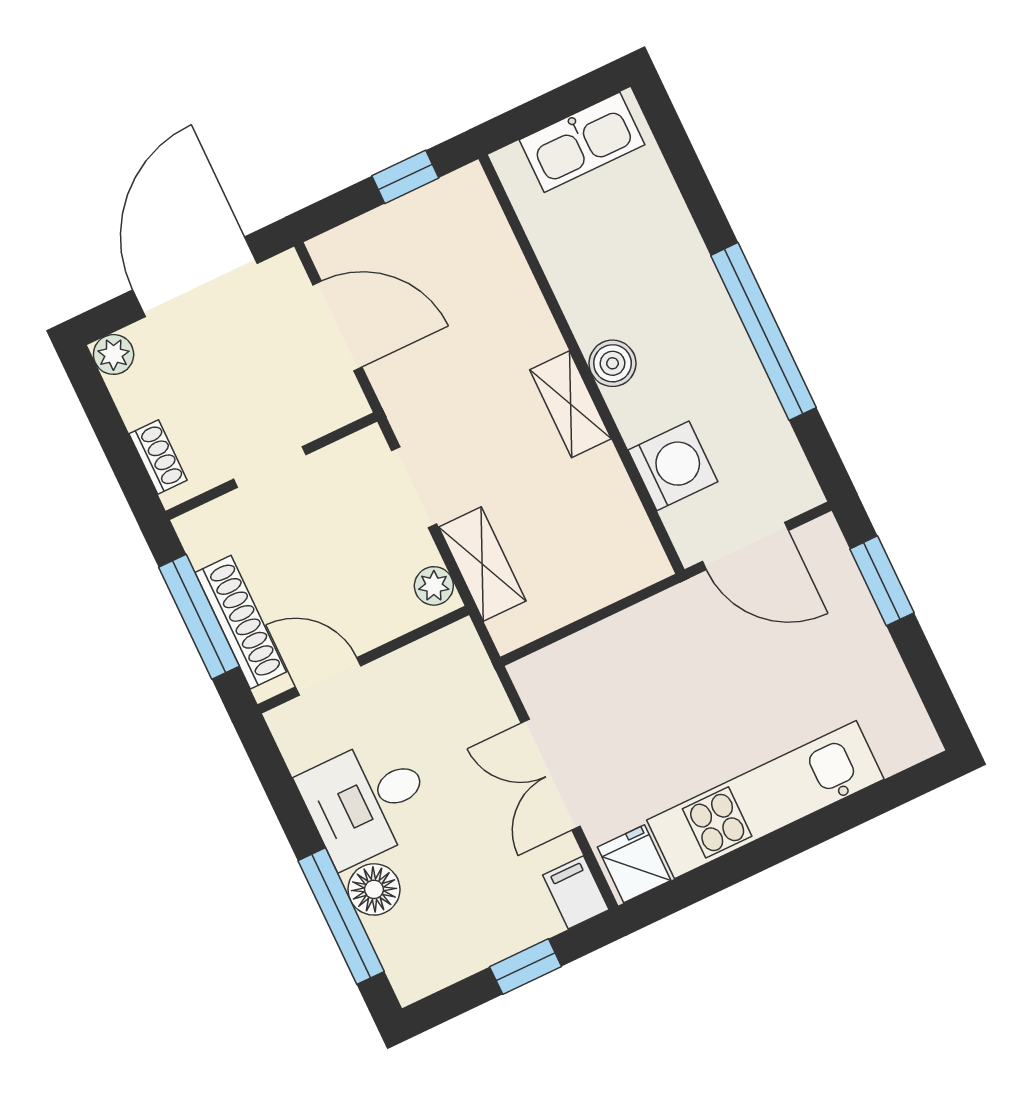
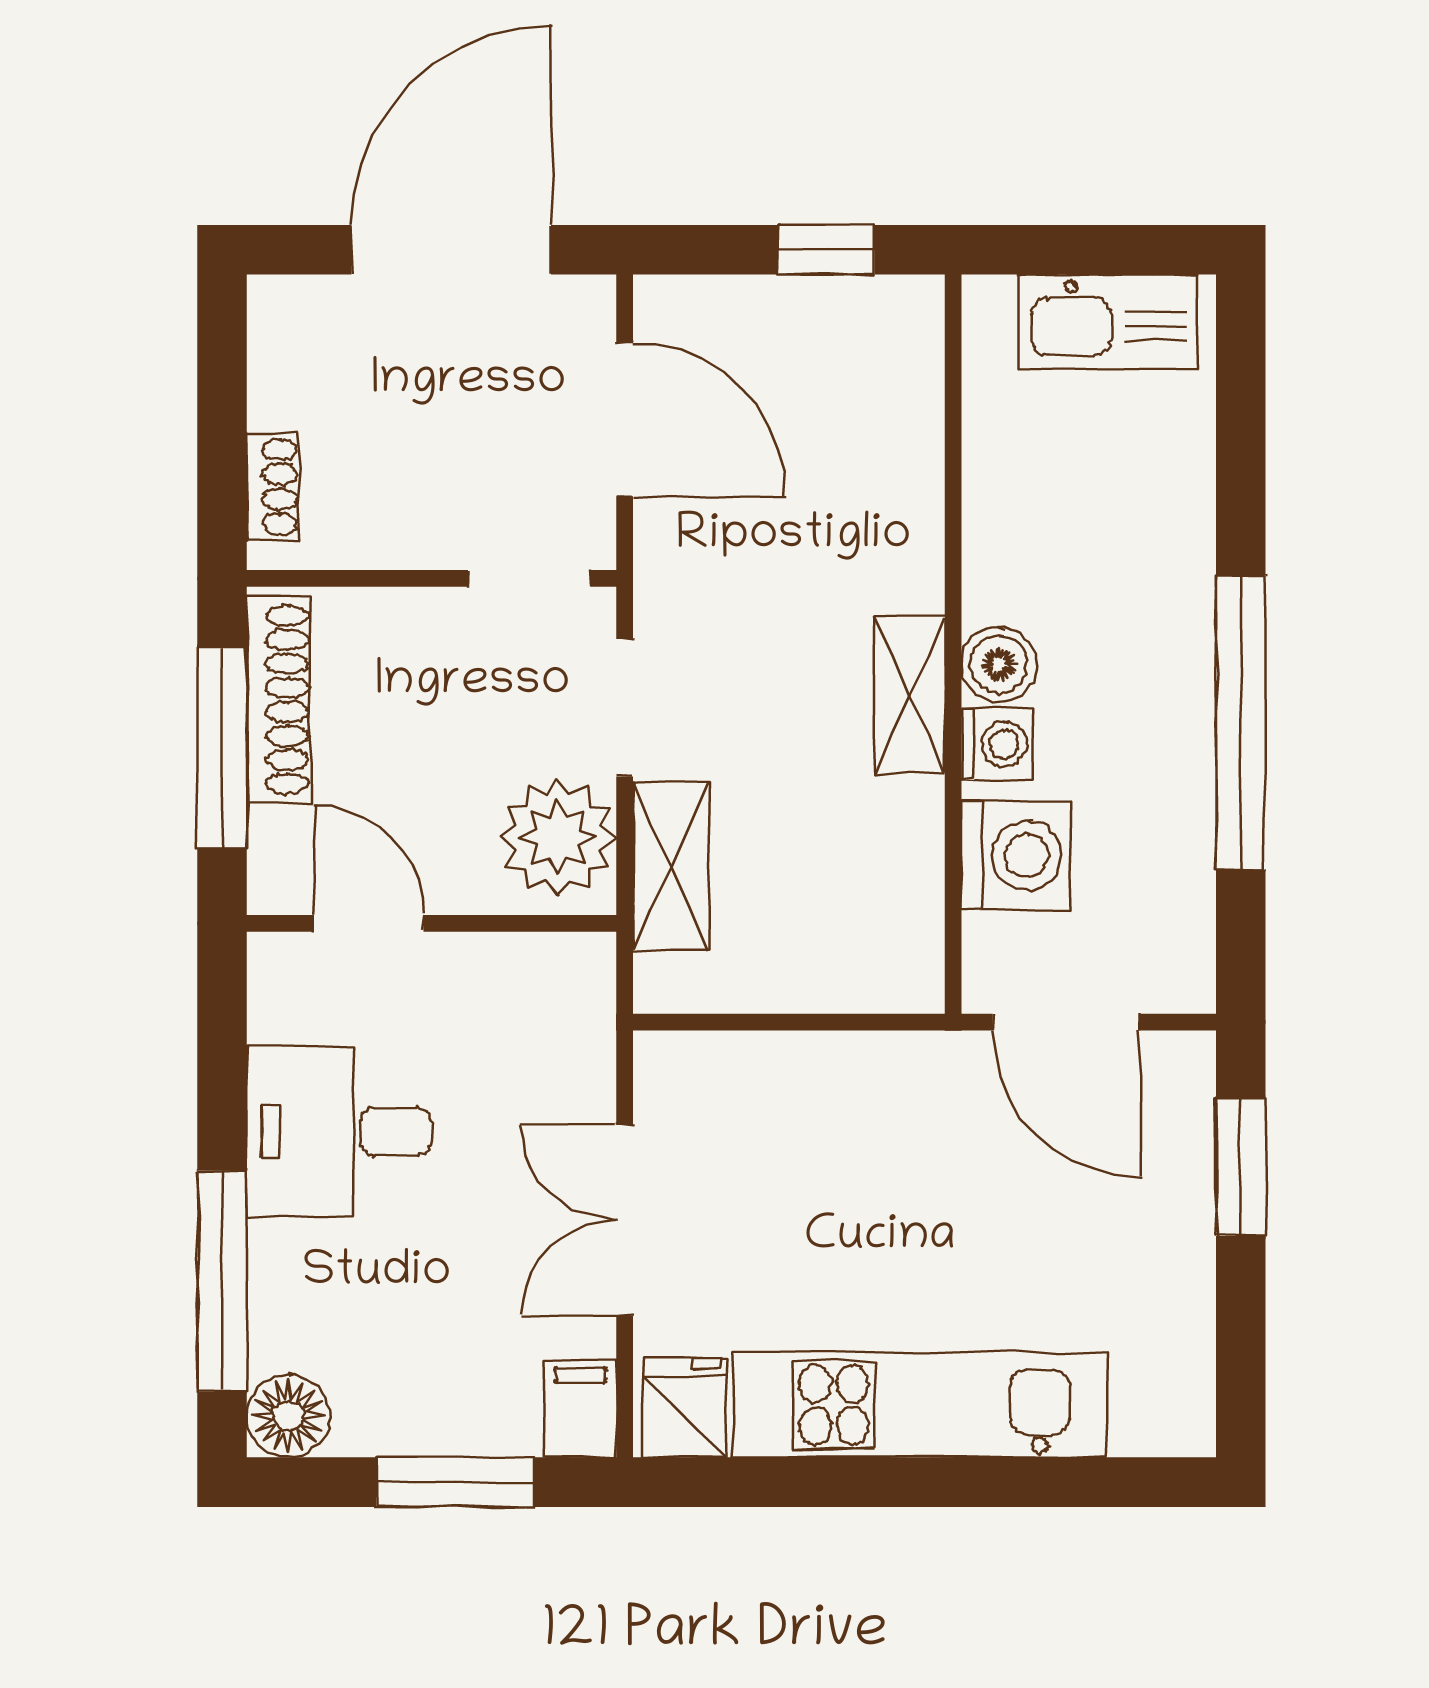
plant: (114, 354) -> (279, 307), removed
washing machine: (633, 409) -> (997, 744), added
doorway: (270, 467) -> (529, 578), moved
plant: (434, 586) -> (558, 837), width x1.87, depth x1.87
shoe rack: (241, 622) -> (279, 700), moved
floor lamp: (374, 889) -> (288, 1416), moved
window: (526, 967) -> (456, 1482), width x1.50

